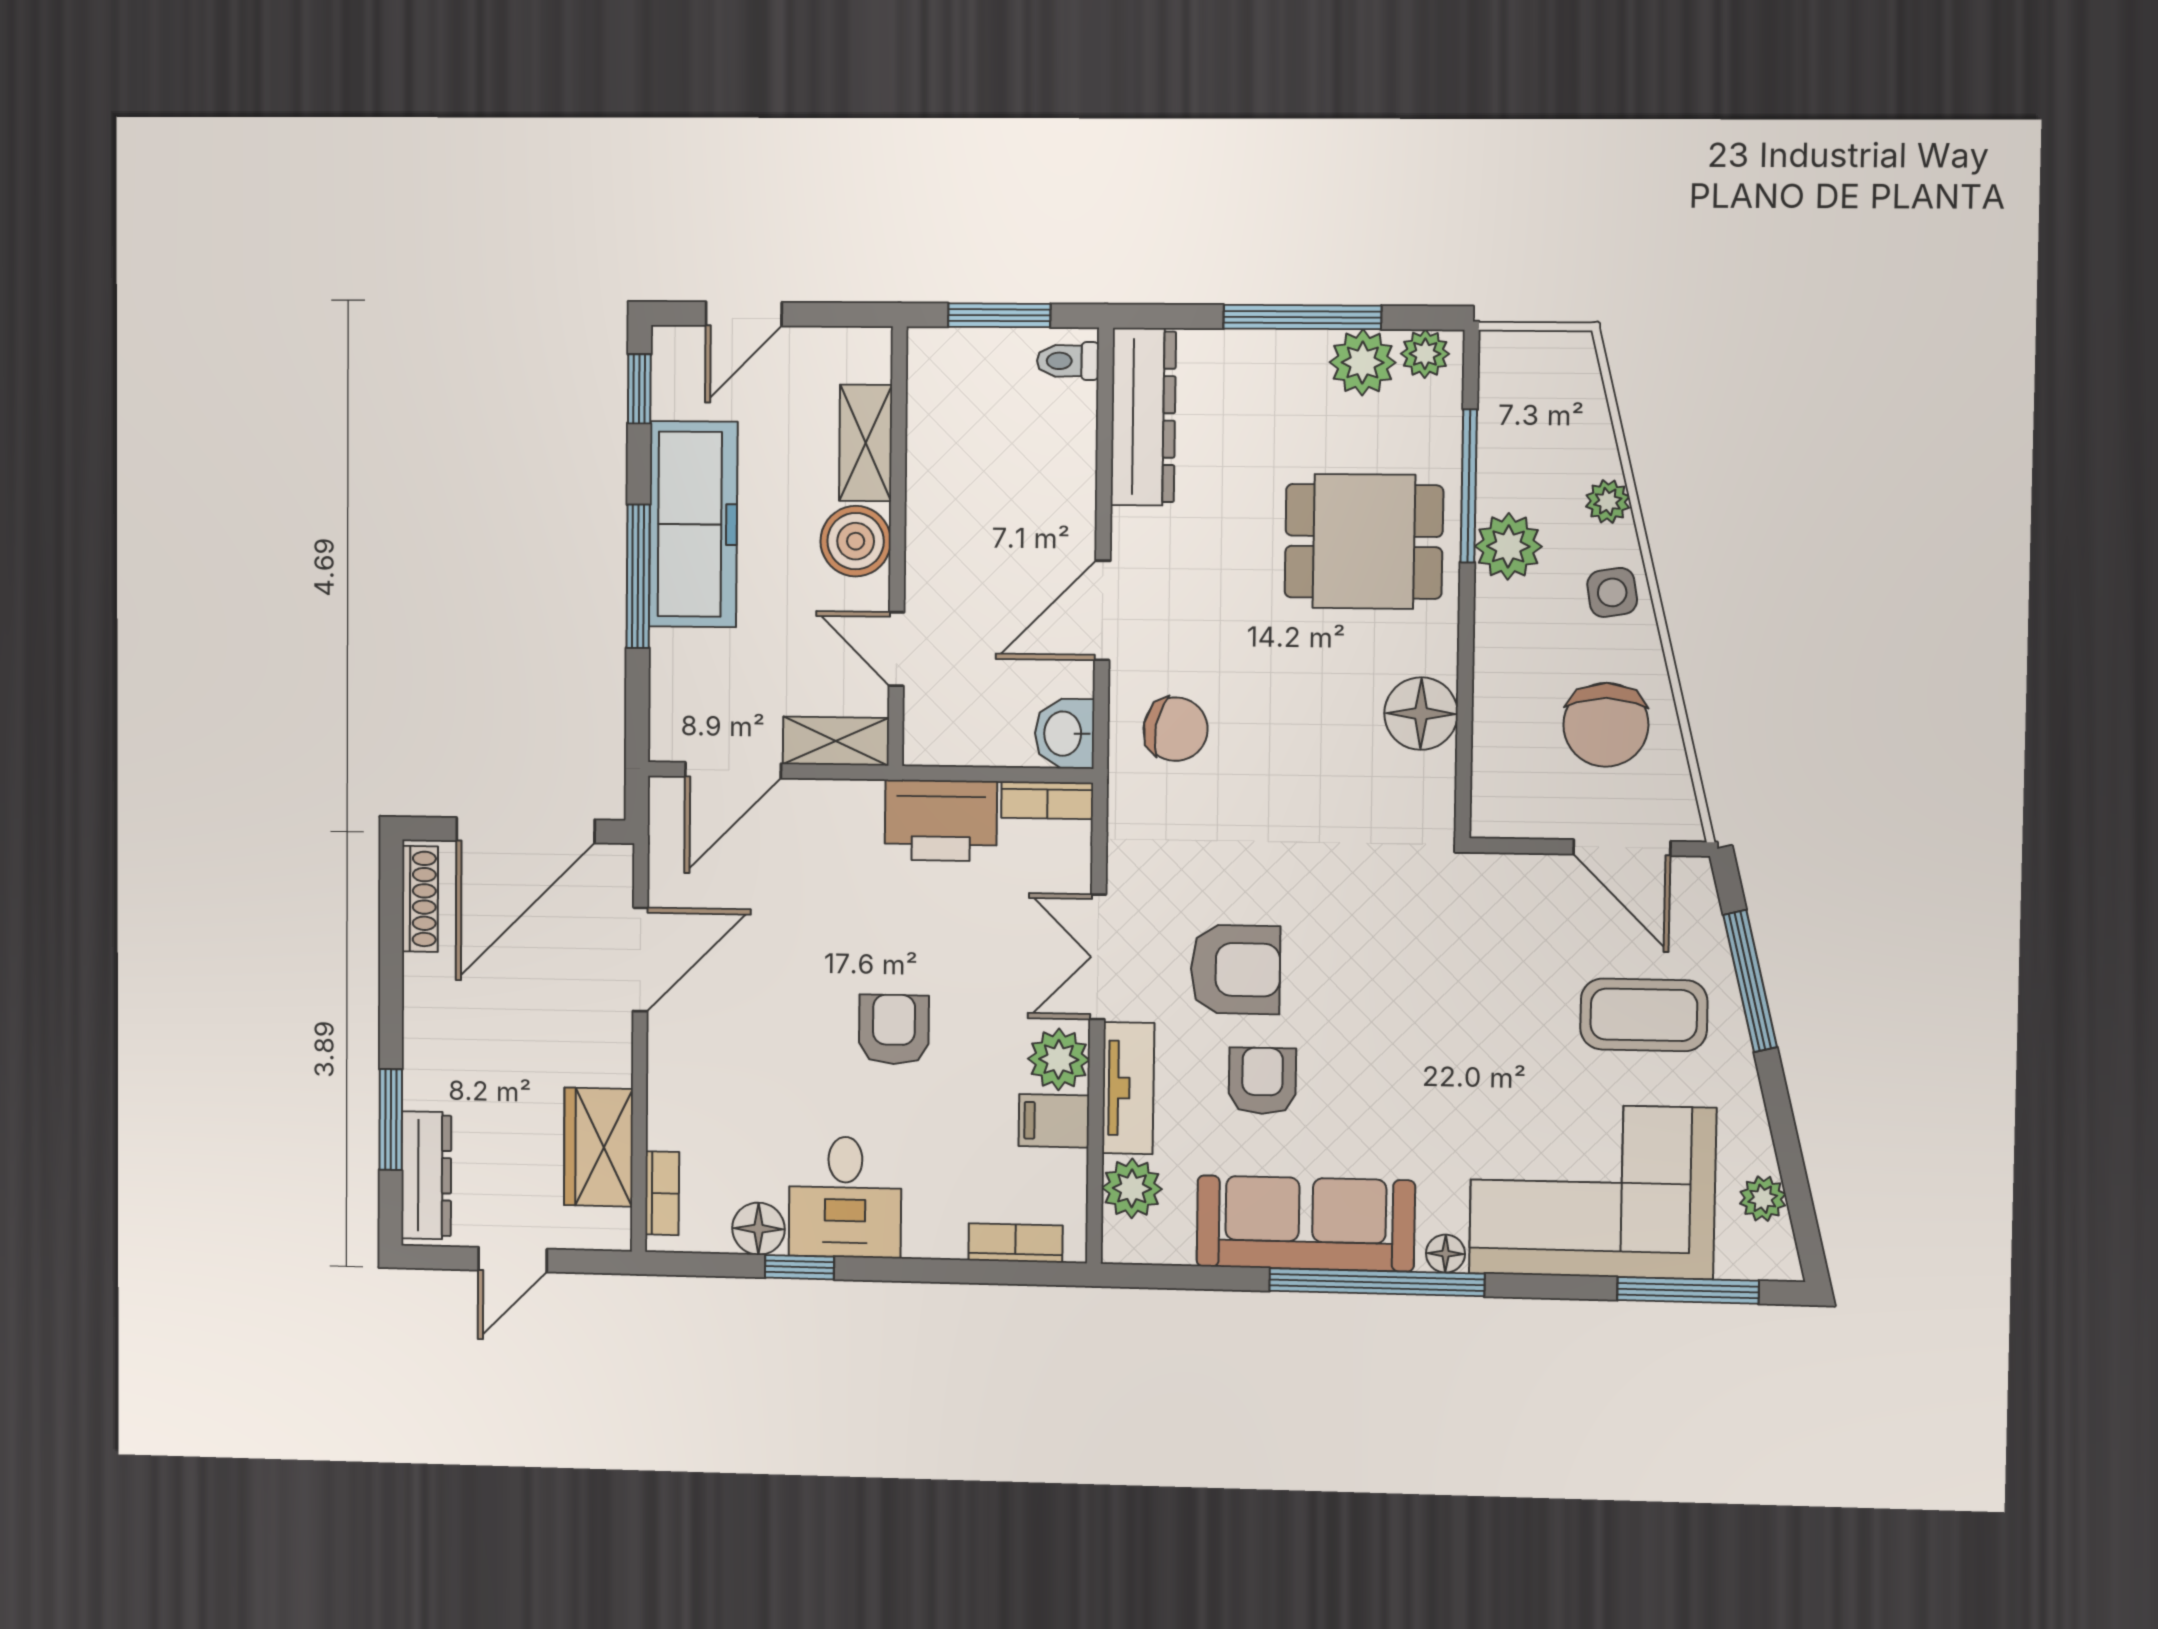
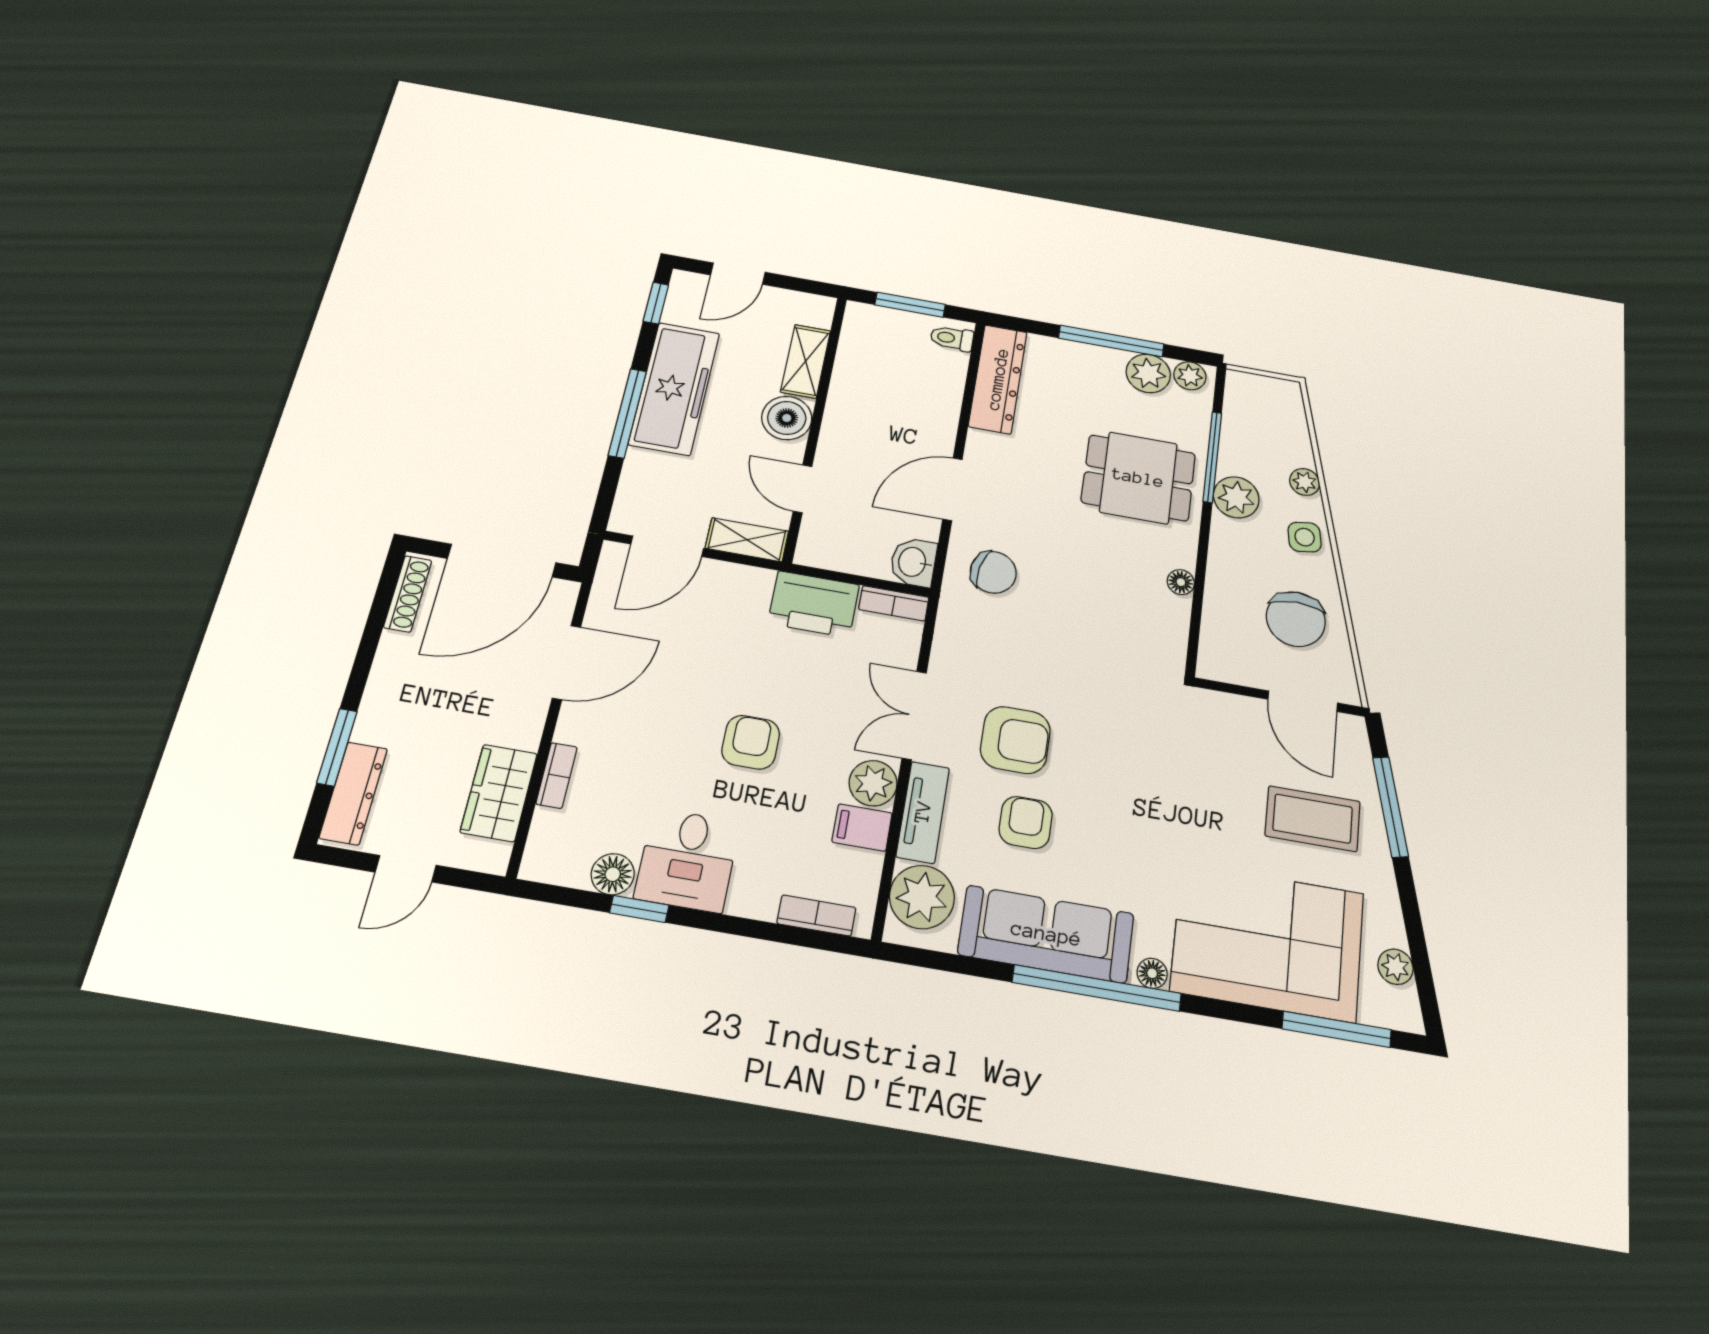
floor lamp: (1421, 714) -> (1181, 582), width x0.53, depth x0.53
plant: (1132, 1188) -> (922, 897), width x1.36, depth x1.36
bookcase: (662, 1193) -> (557, 775), moved

